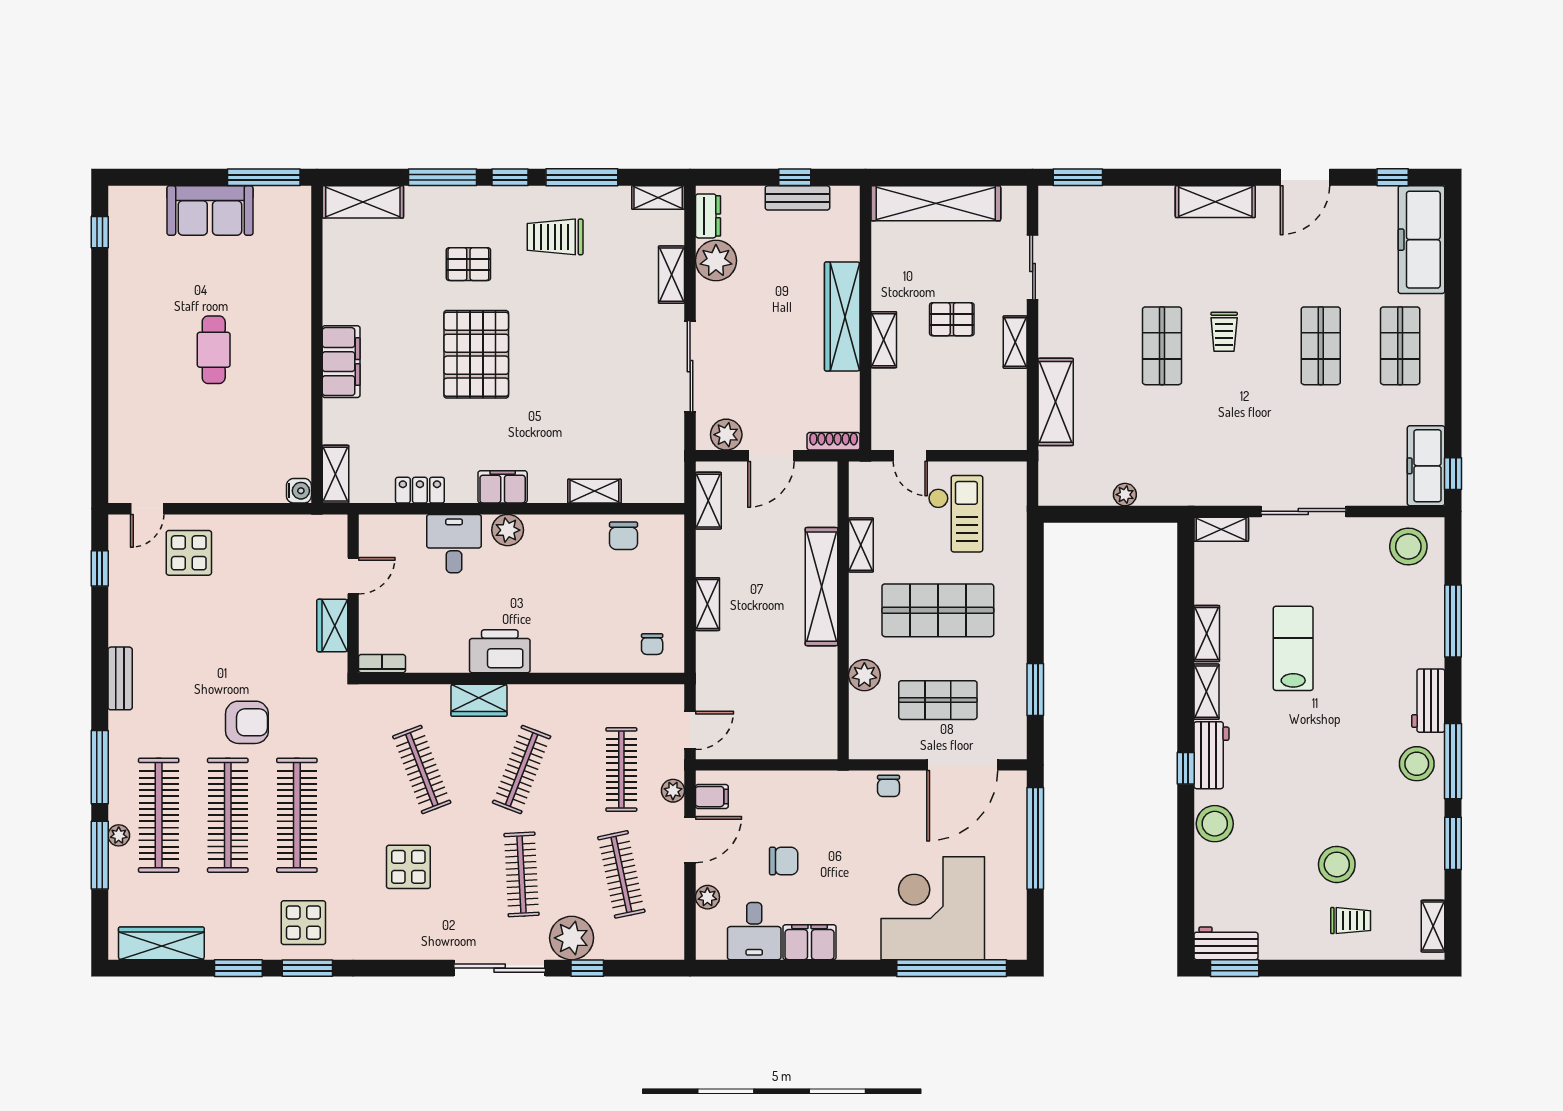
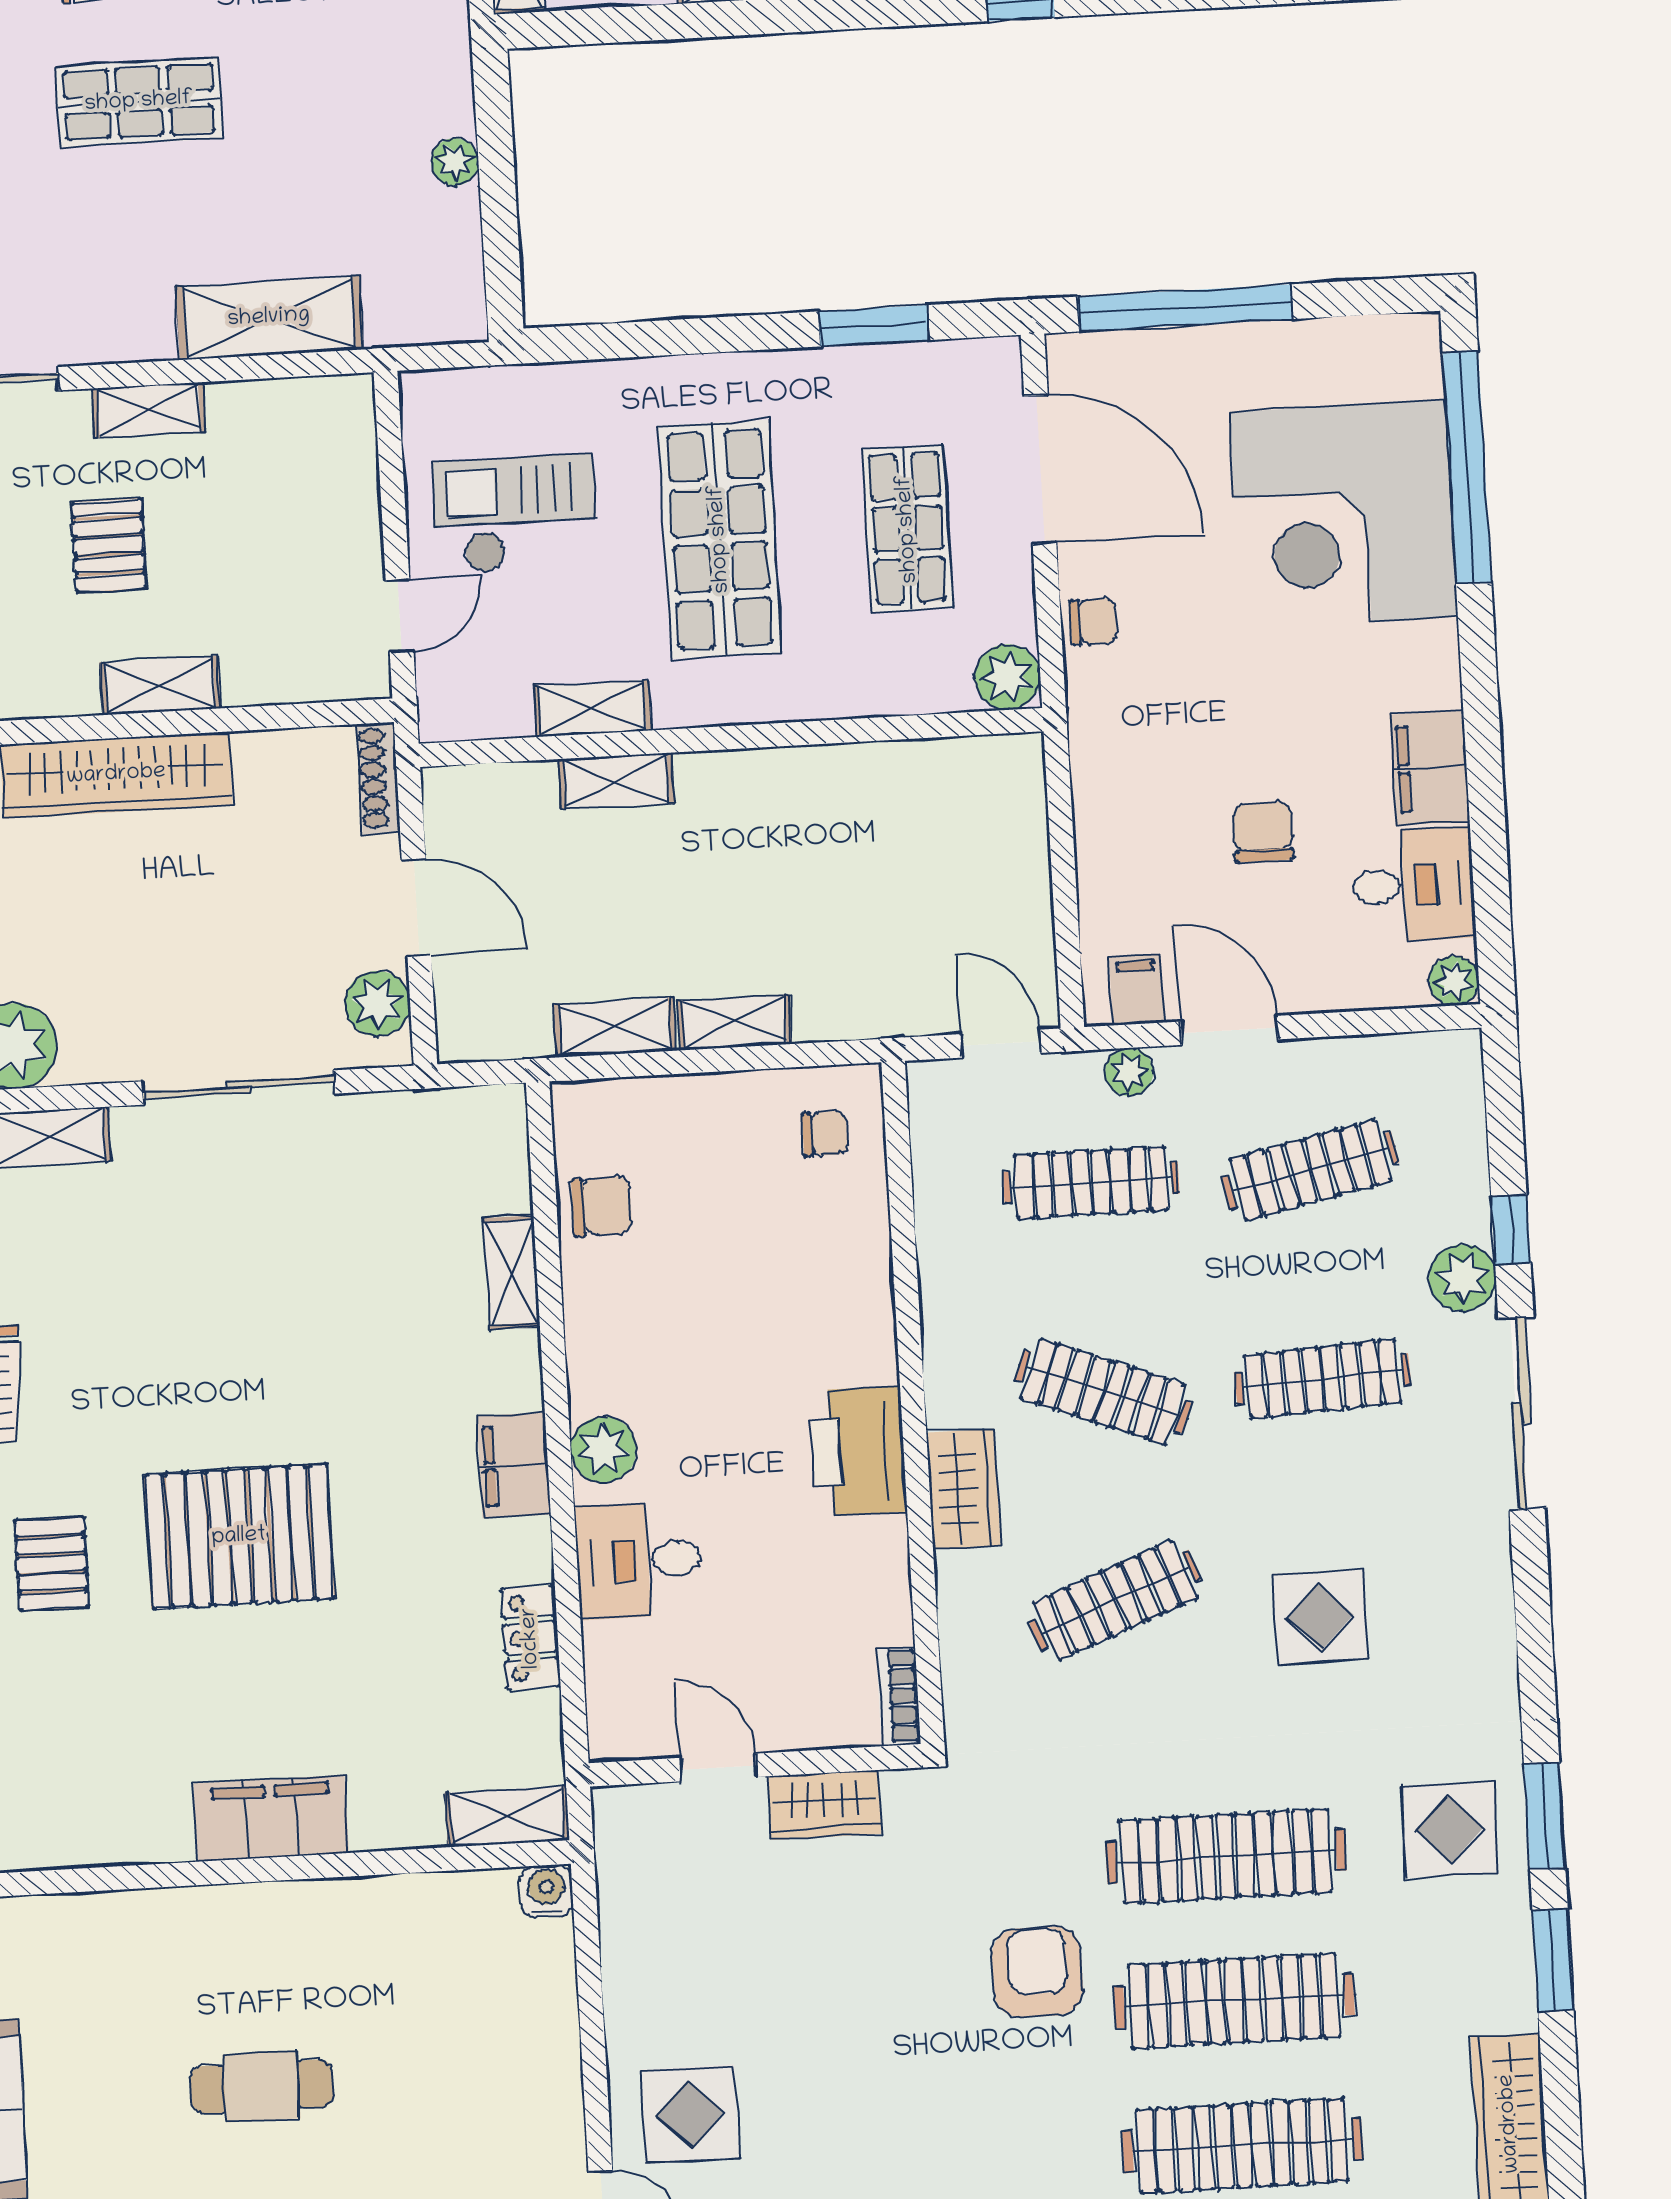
shelving: (708, 501) -> (615, 1027), moved
shelving: (821, 587) -> (616, 781), width x0.45, depth x0.75
plant: (864, 675) -> (1008, 677), moved
plant: (707, 897) -> (1454, 981), moved
plant: (572, 938) -> (1463, 1278), width x0.73, depth x0.73

